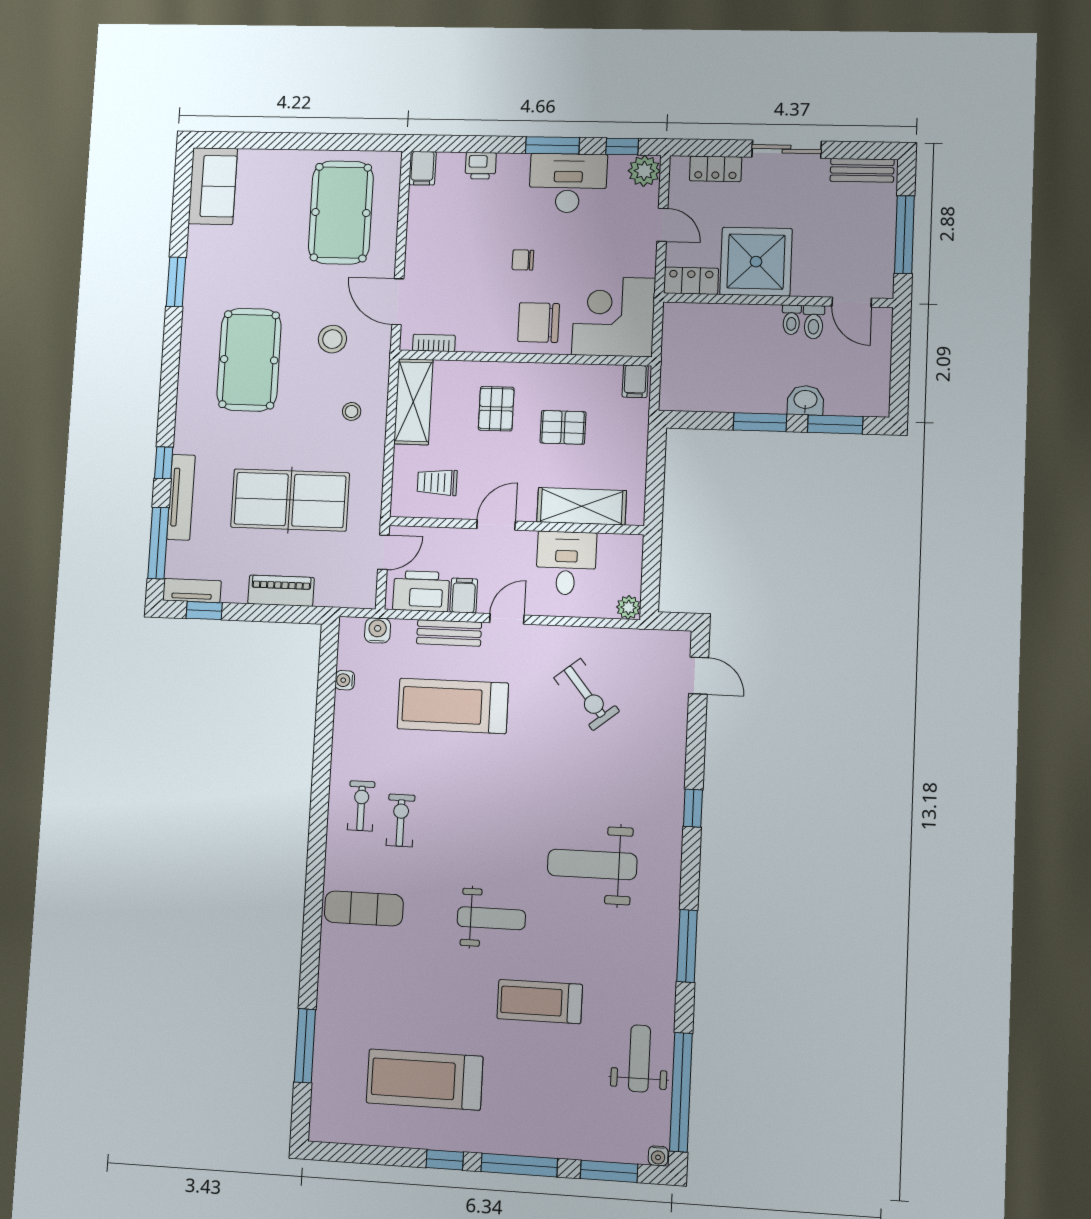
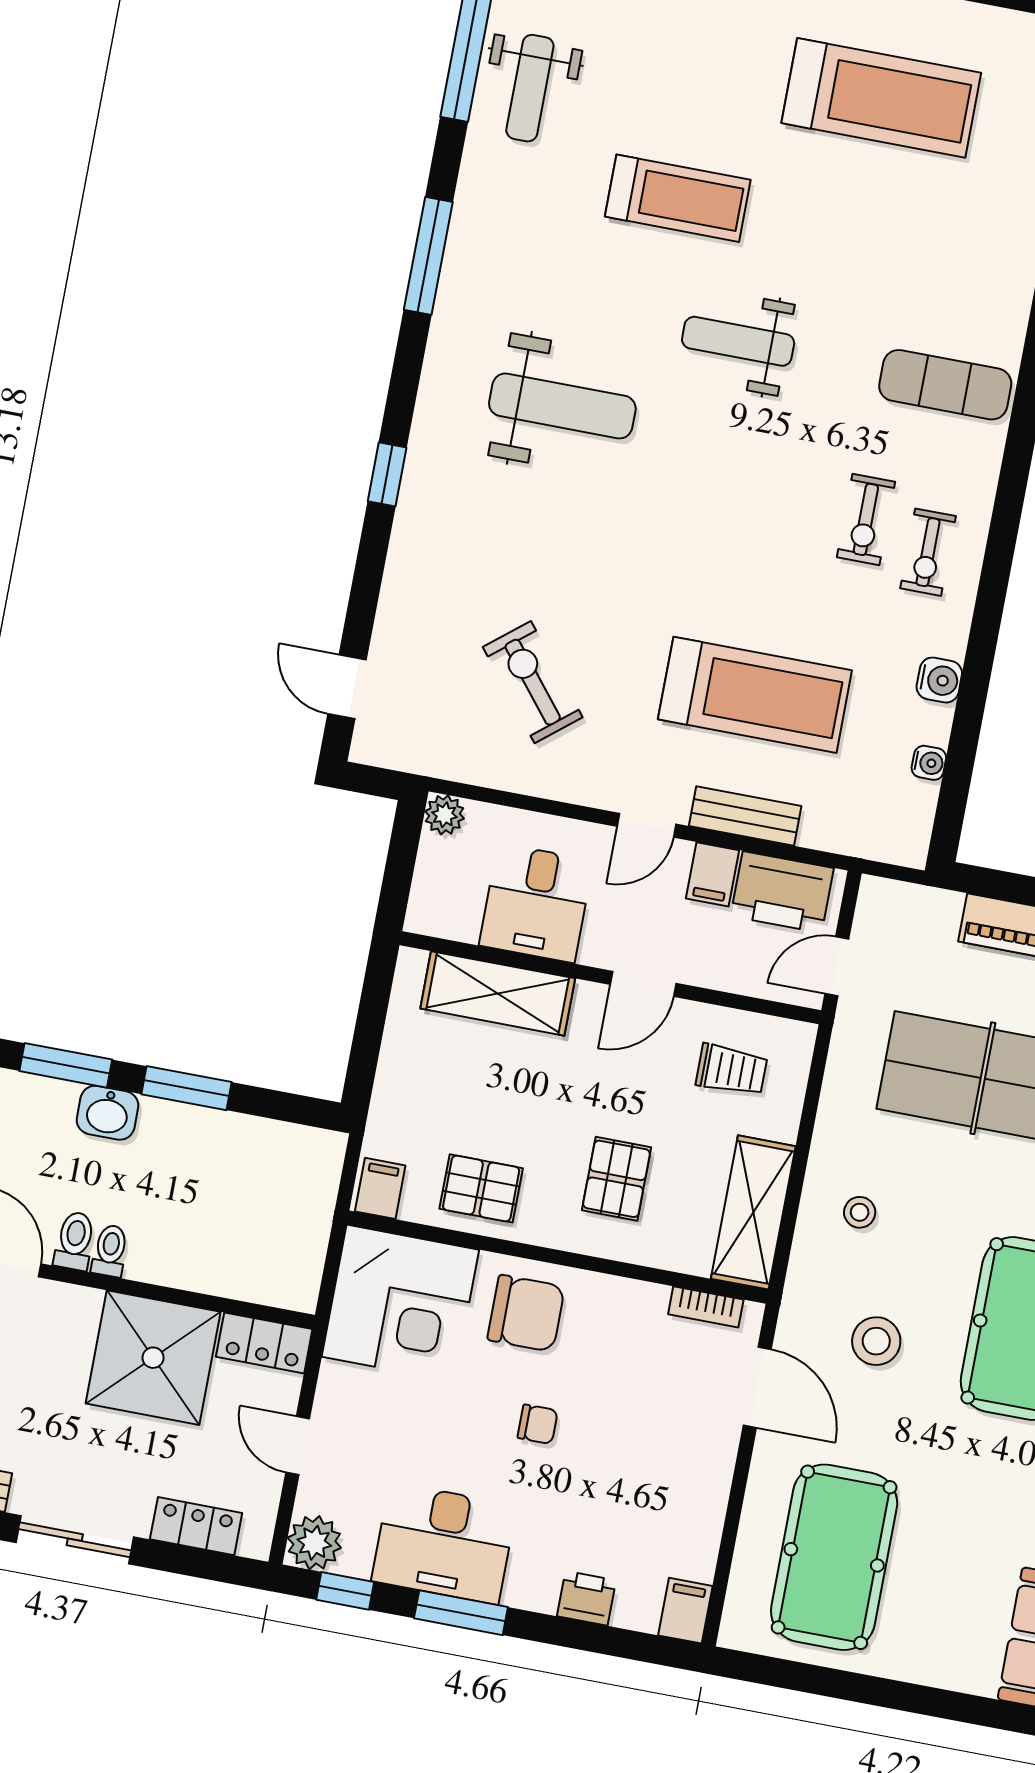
pallet: (563, 427) -> (481, 1188), moved
water cooler: (378, 630) -> (939, 680), moved, turned -90

